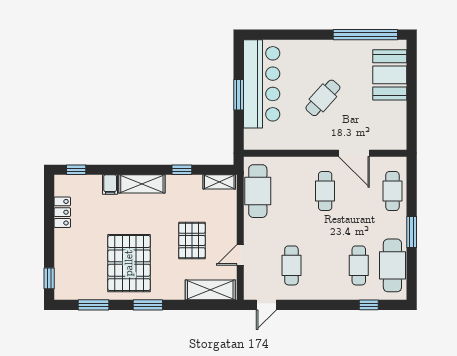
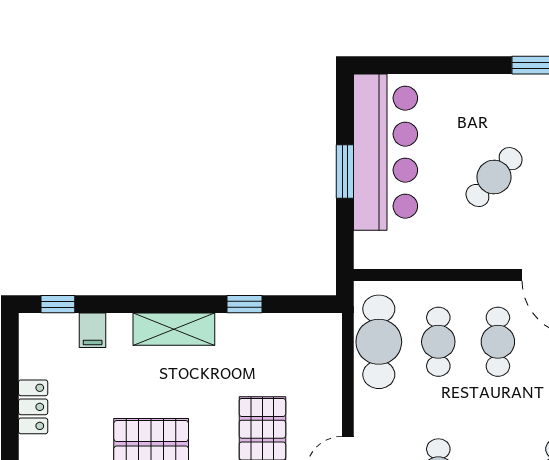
shelving: (219, 182) -> (311, 326), removed
filing cabinet: (110, 185) -> (93, 330), moved
cafe table: (291, 191) -> (438, 342), added
locker: (62, 212) -> (33, 407), moved

